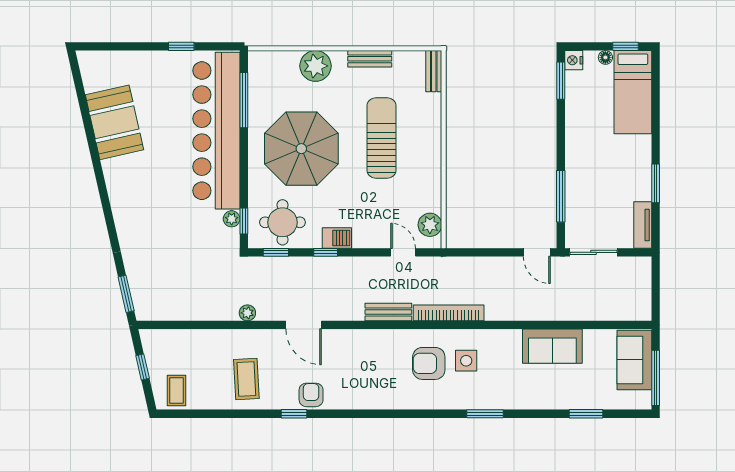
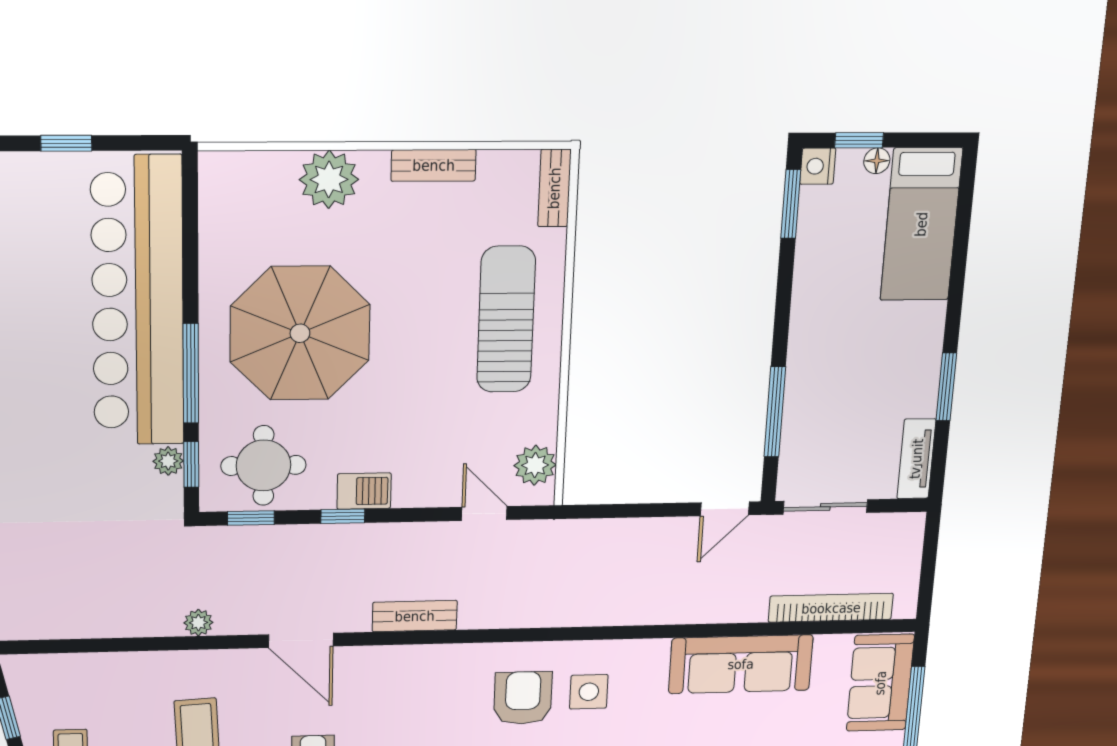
window: (625, 46) -> (859, 140), moved
window: (244, 100) -> (191, 373), moved
sun lounger: (382, 138) -> (506, 320), moved
door: (537, 252) -> (725, 509), hinge flipped
bench: (388, 312) -> (415, 616), moved
bookcase: (449, 313) -> (831, 608), moved
sofa: (552, 346) -> (741, 664), width x1.36
armchair: (429, 363) -> (523, 698), turned 90

